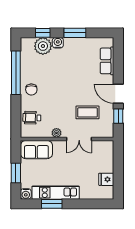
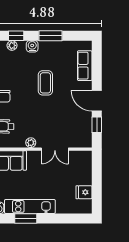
plant: (43, 46) -> (12, 45), width x0.53, depth x0.53
coffee table: (87, 112) -> (45, 83), moved, turned 90

